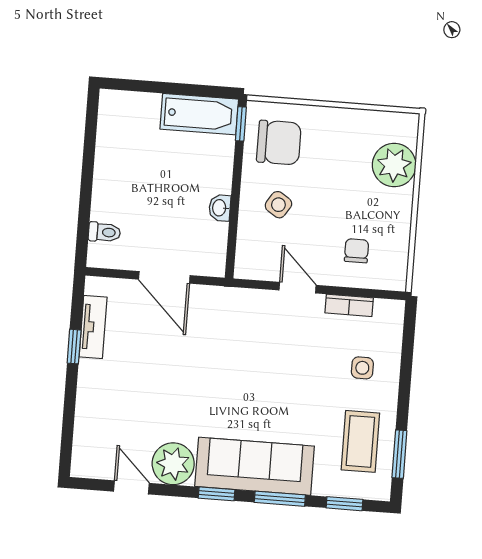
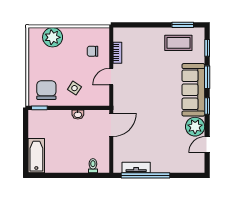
bathtub: (199, 114) -> (36, 156), moved
door: (164, 277) -> (111, 125), moved
window: (74, 347) -> (146, 175), width x3.17
side table: (362, 368) -> (145, 45), removed

